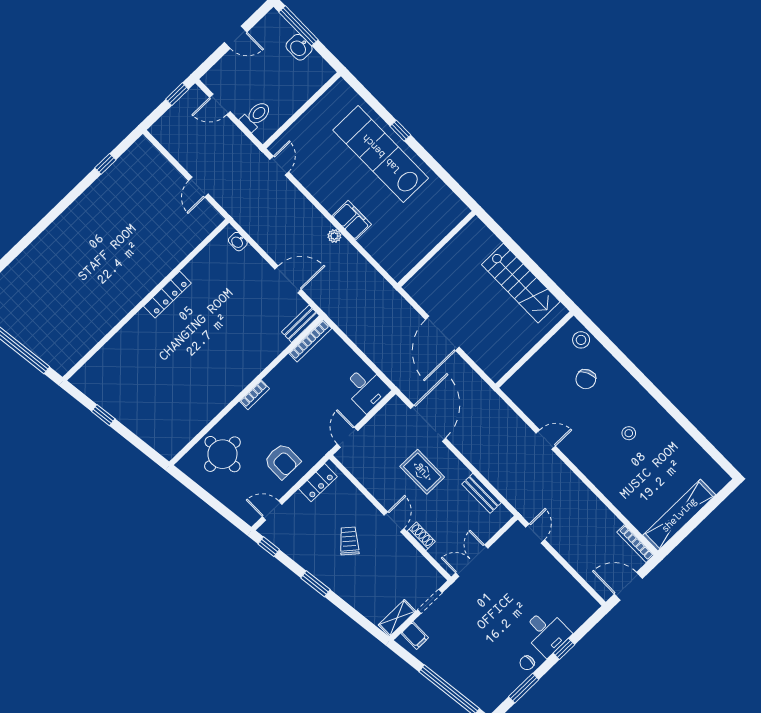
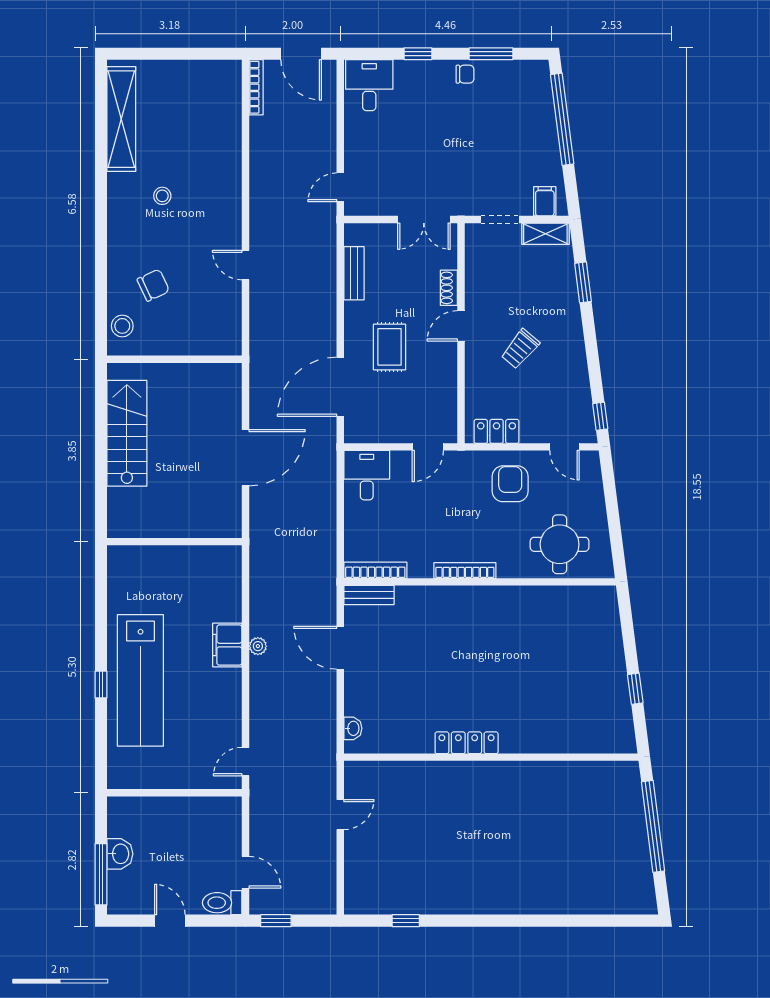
toilet: (256, 116) -> (222, 903), moved
bookcase: (255, 395) -> (465, 570), width x1.56
shelving: (679, 515) -> (121, 119), moved, turned 90
window: (315, 584) -> (583, 282), moved
desk: (546, 632) -> (369, 85), moved

